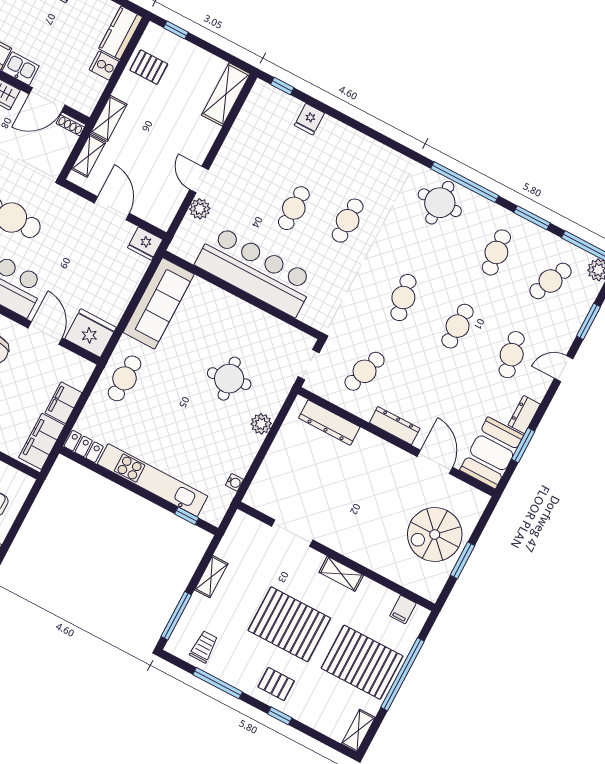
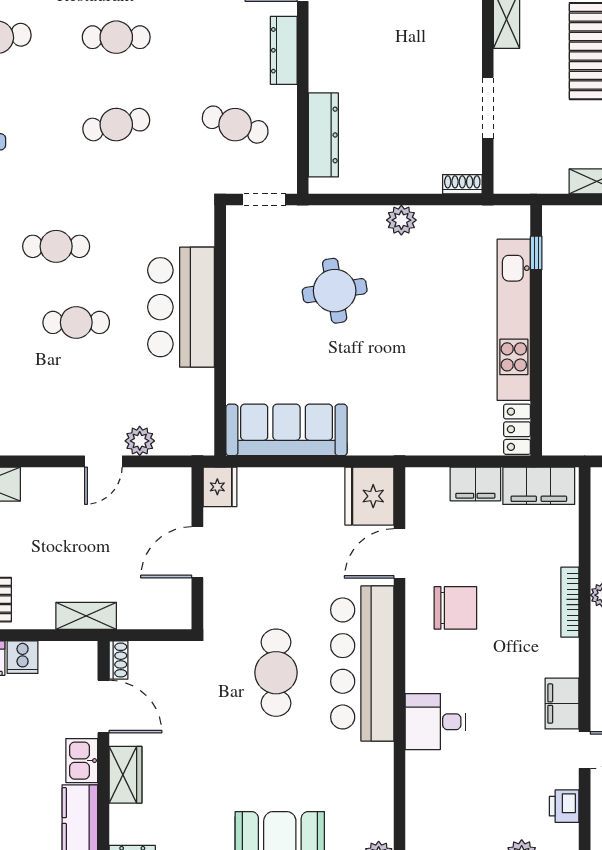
shelving: (88, 156) -> (147, 617), removed
bar counter: (256, 271) -> (181, 307), width x0.73
cafe table: (125, 378) -> (404, 423), removed
plant: (261, 424) -> (401, 220), moved
water cooler: (234, 482) -> (462, 215), removed
shoe rack: (253, 493) -> (462, 184), added

